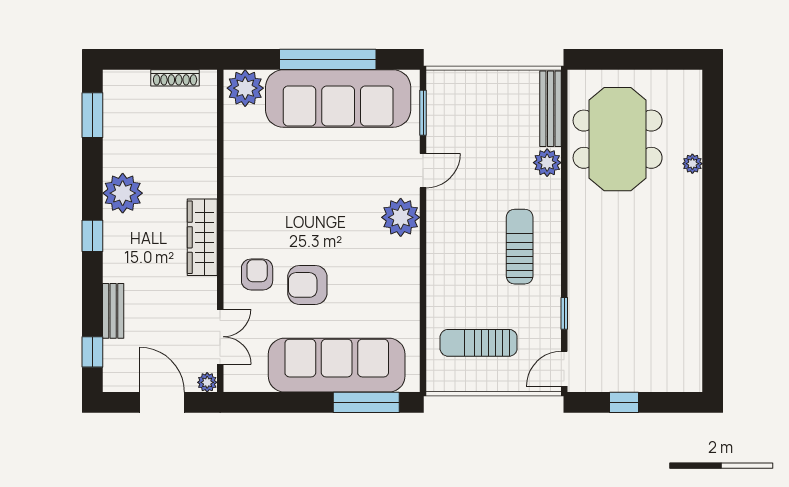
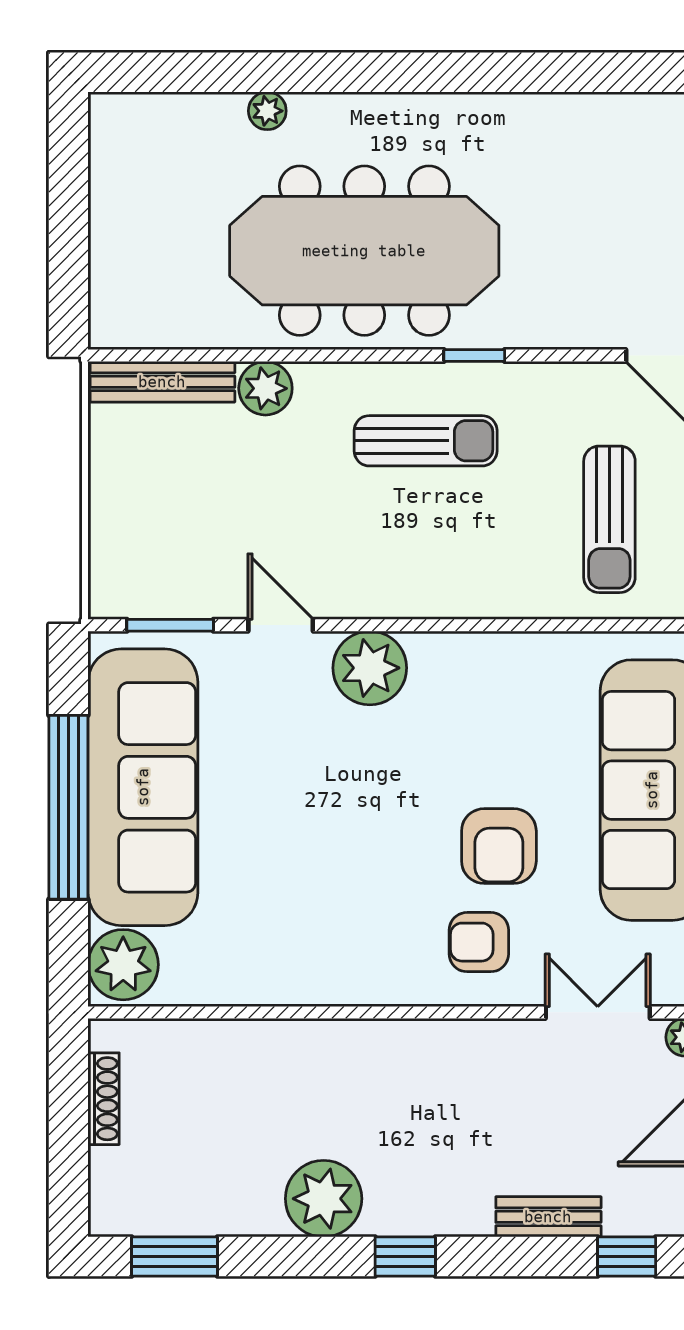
meeting table: (618, 139) -> (364, 251), moved, width x1.36
wardrobe: (202, 237) -> (408, 1047), removed
sun lounger: (520, 247) -> (426, 441), turned 180
window: (564, 313) -> (474, 356), moved

